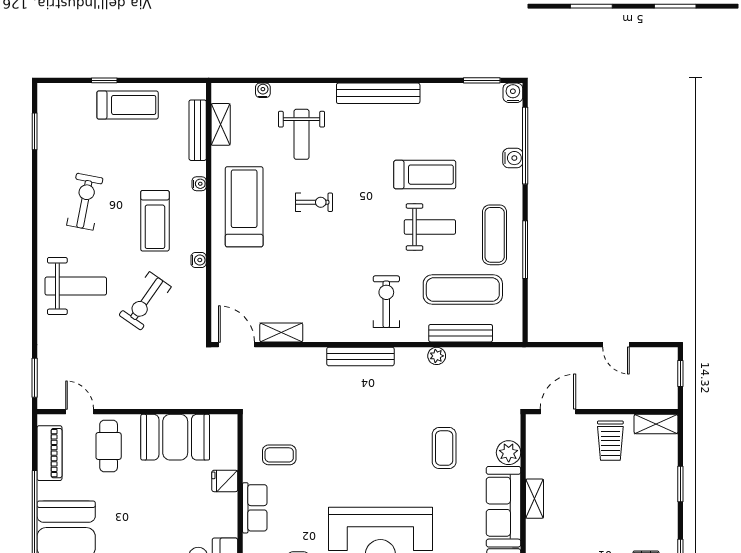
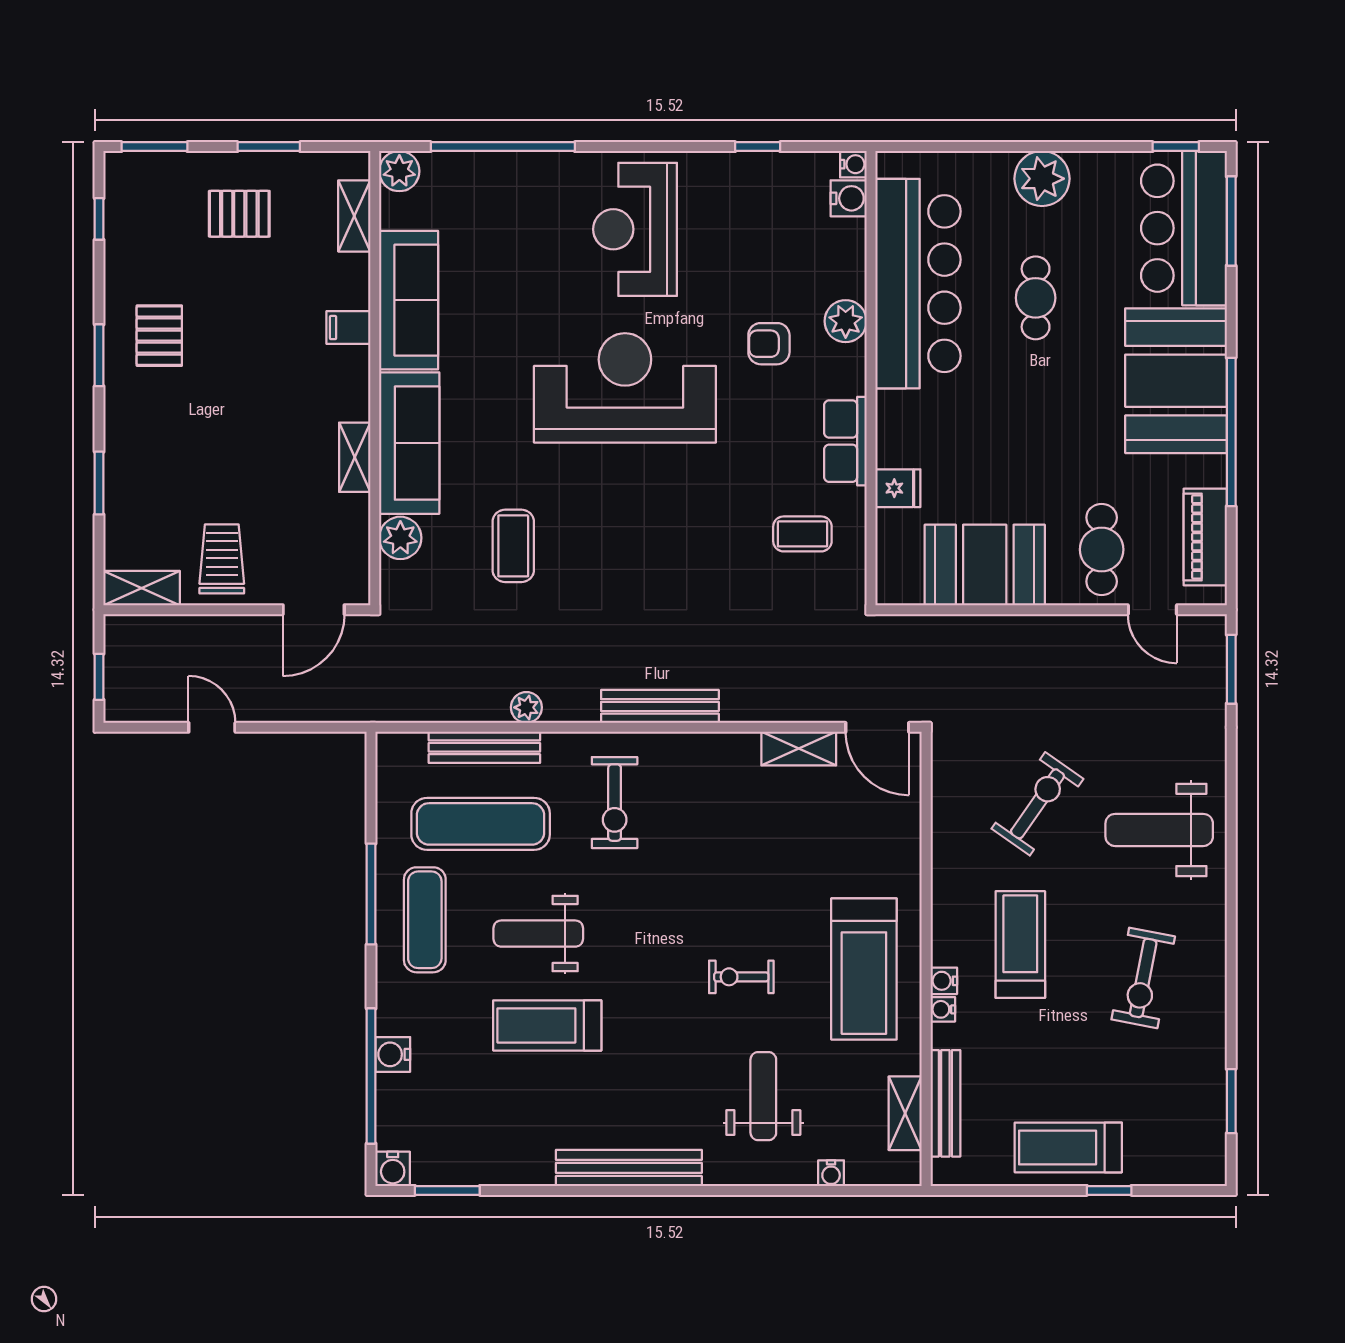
water cooler: (199, 260) -> (944, 981), moved

